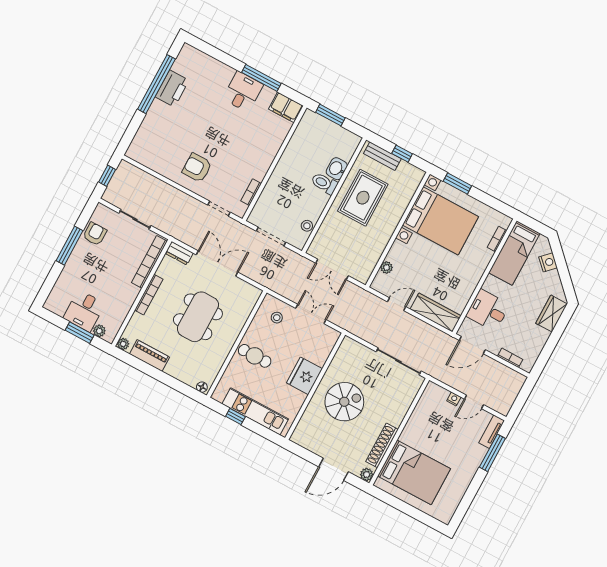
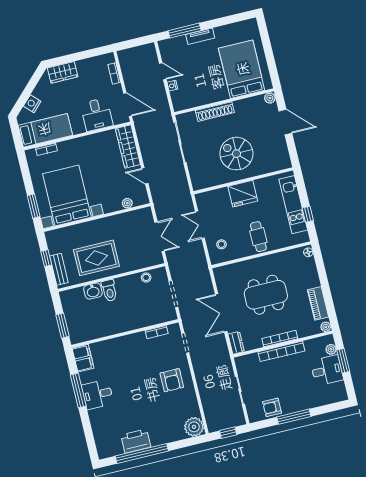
plant: (139, 150) -> (194, 427), added
bookcase: (149, 262) -> (281, 351), moved
tv unit: (492, 432) -> (200, 36), moved
shoe rack: (382, 445) -> (215, 112), moved

